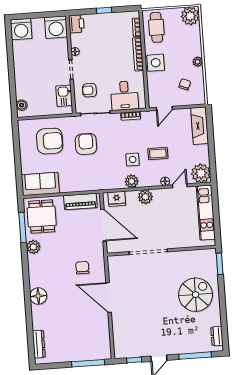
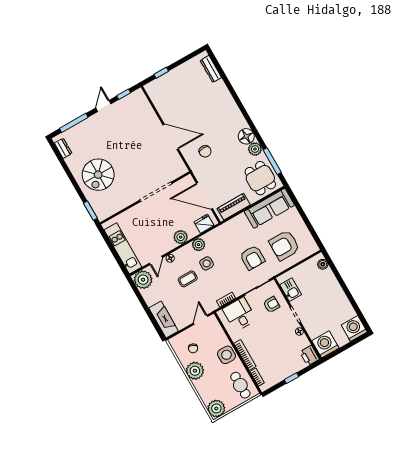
plant: (198, 62) -> (195, 371), width x1.88, depth x1.88
sofa: (40, 184) -> (269, 208), width x1.36
floor lamp: (38, 296) -> (246, 136), moved
window: (88, 363) -> (161, 73), width x0.46

